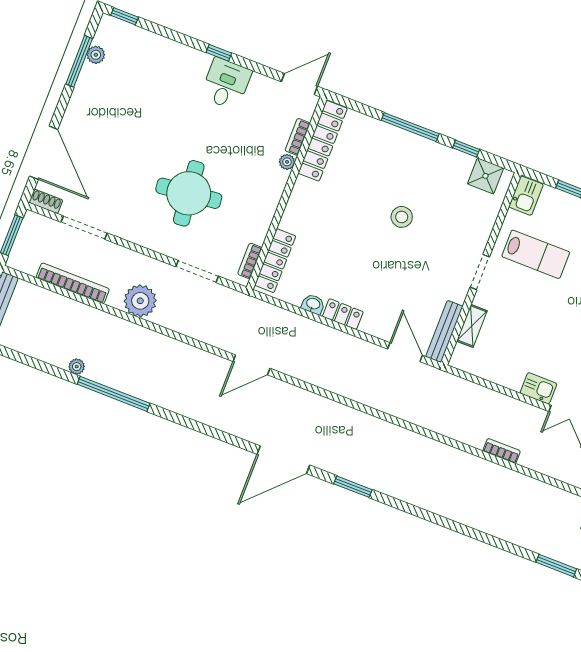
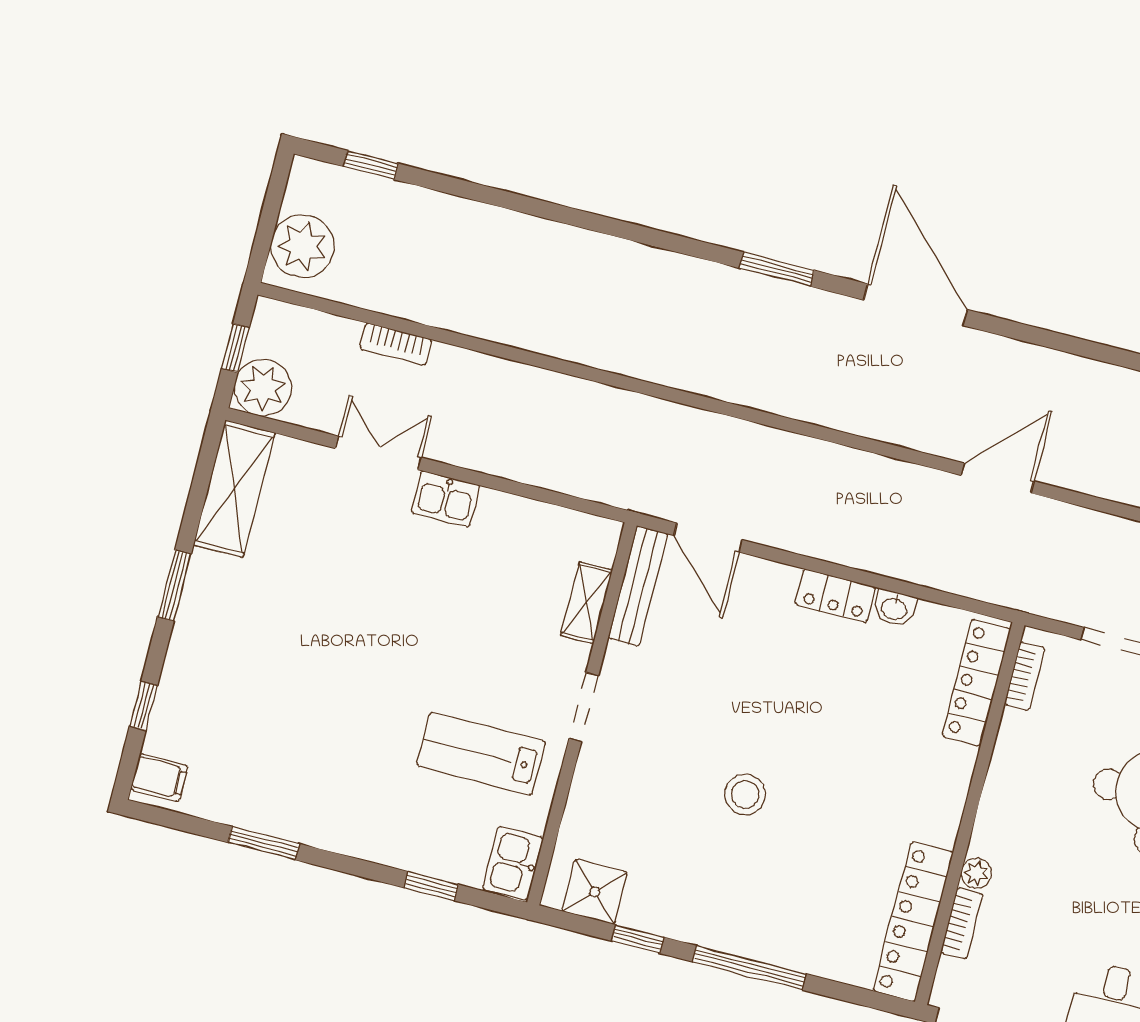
bookcase: (502, 451) -> (396, 344), moved
door: (283, 460) -> (915, 305), hinge flipped
window: (556, 566) -> (371, 165), width x0.67

